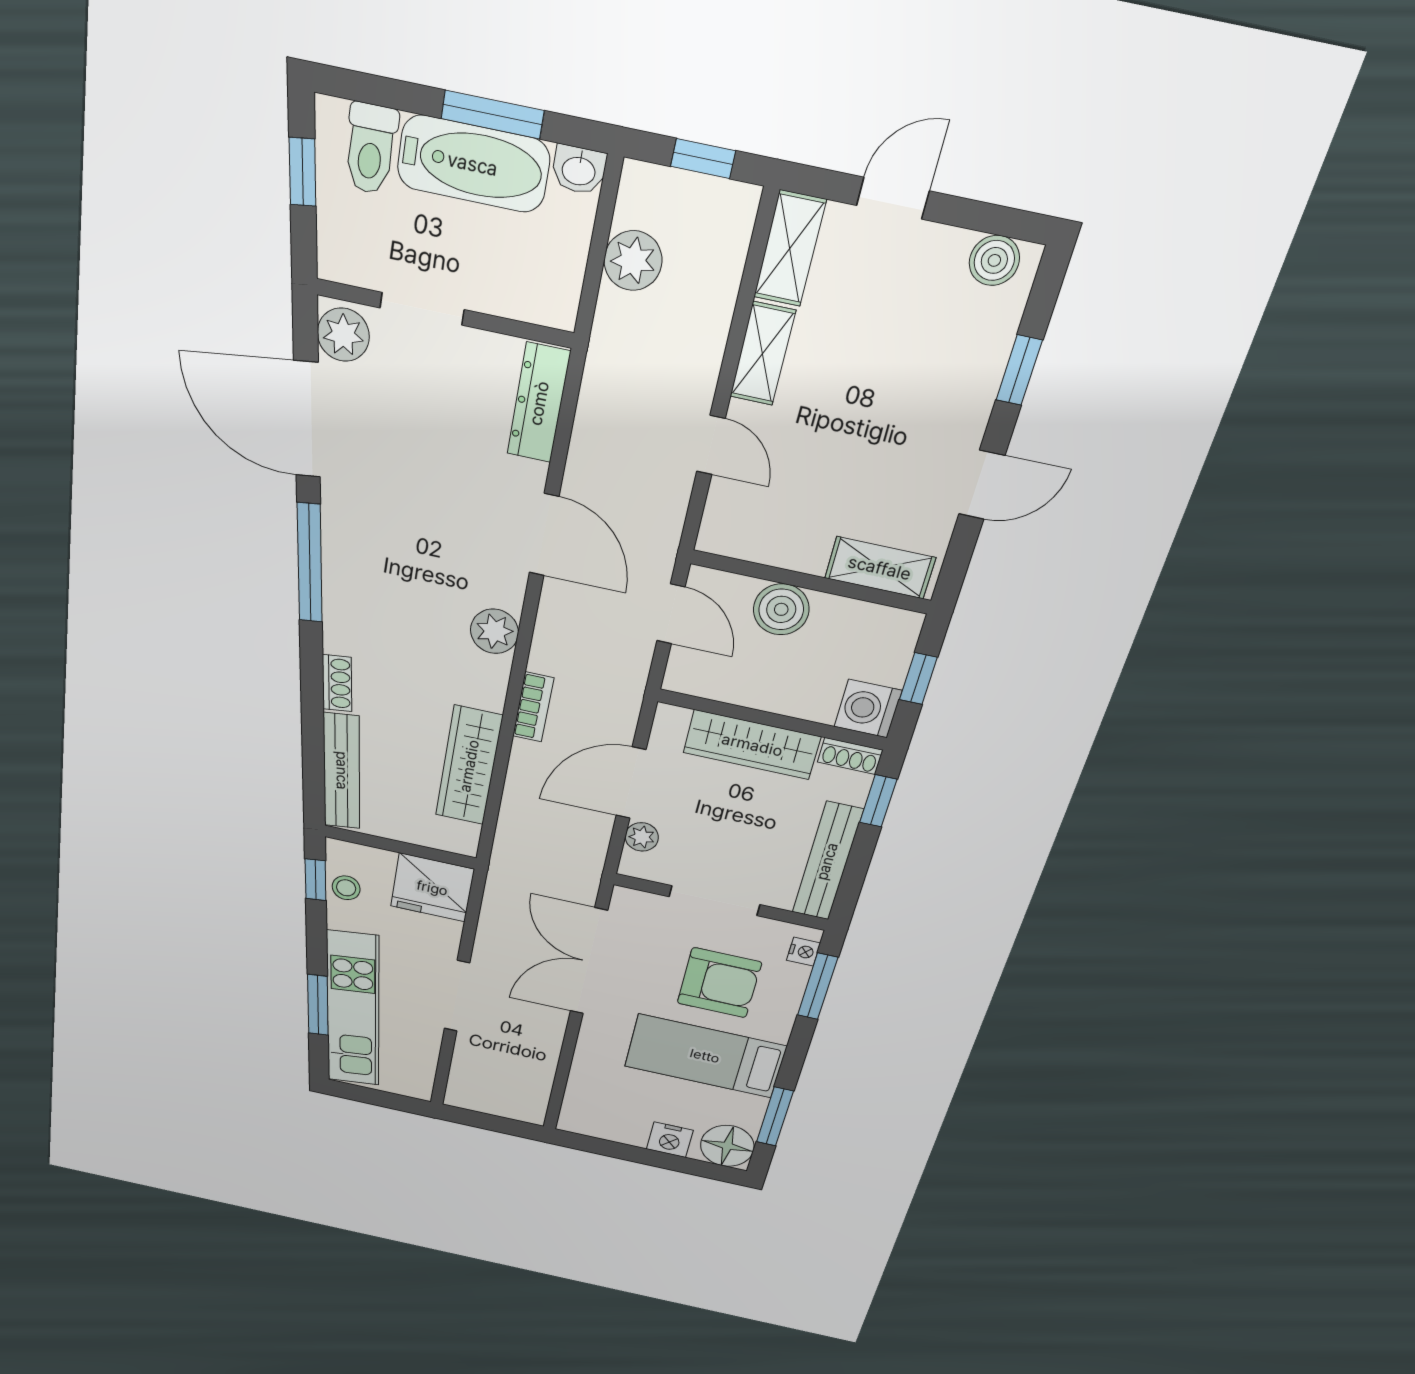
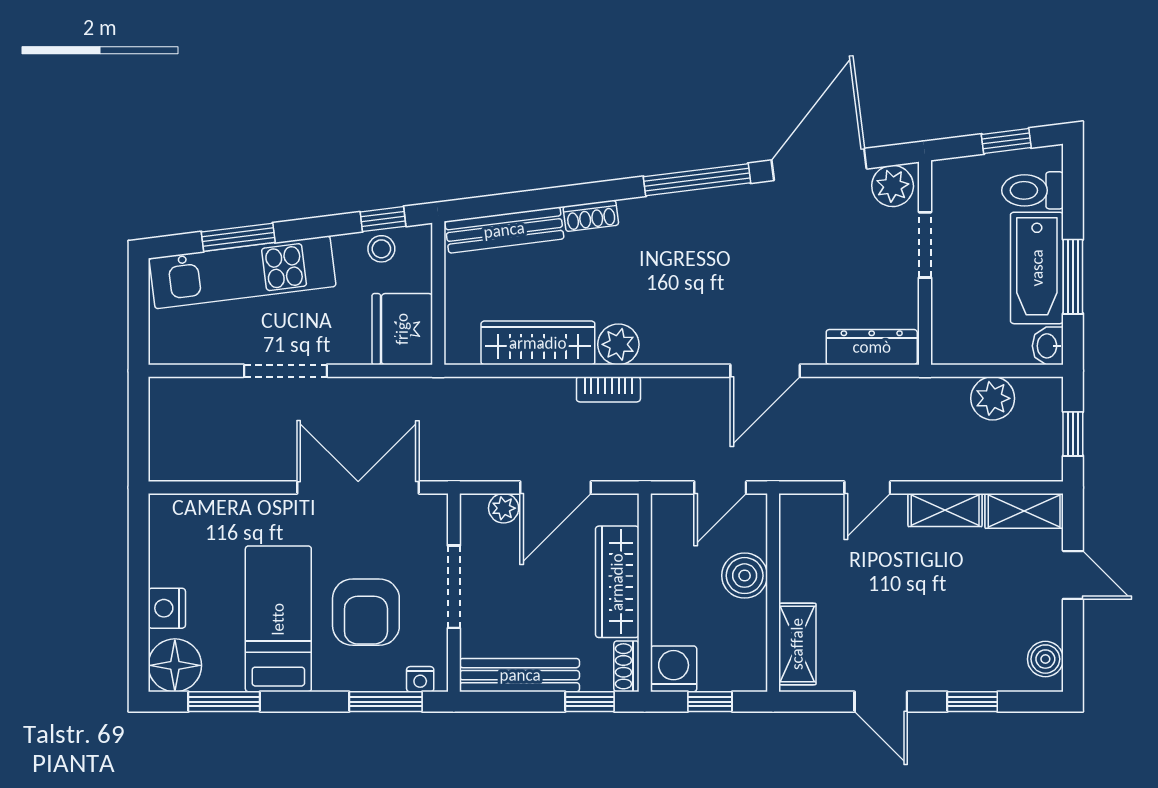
plant: (494, 631) -> (618, 344), moved
door: (631, 783) -> (555, 487), swing flipped

